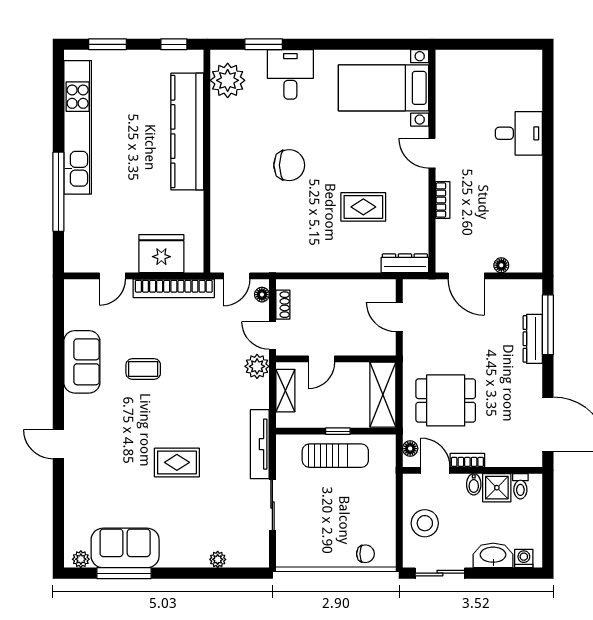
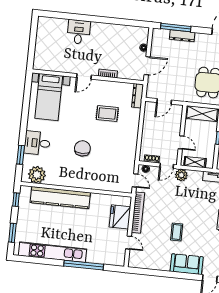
rug: (363, 207) -> (107, 114), turned 90
sofa: (82, 362) -> (187, 264), moved

